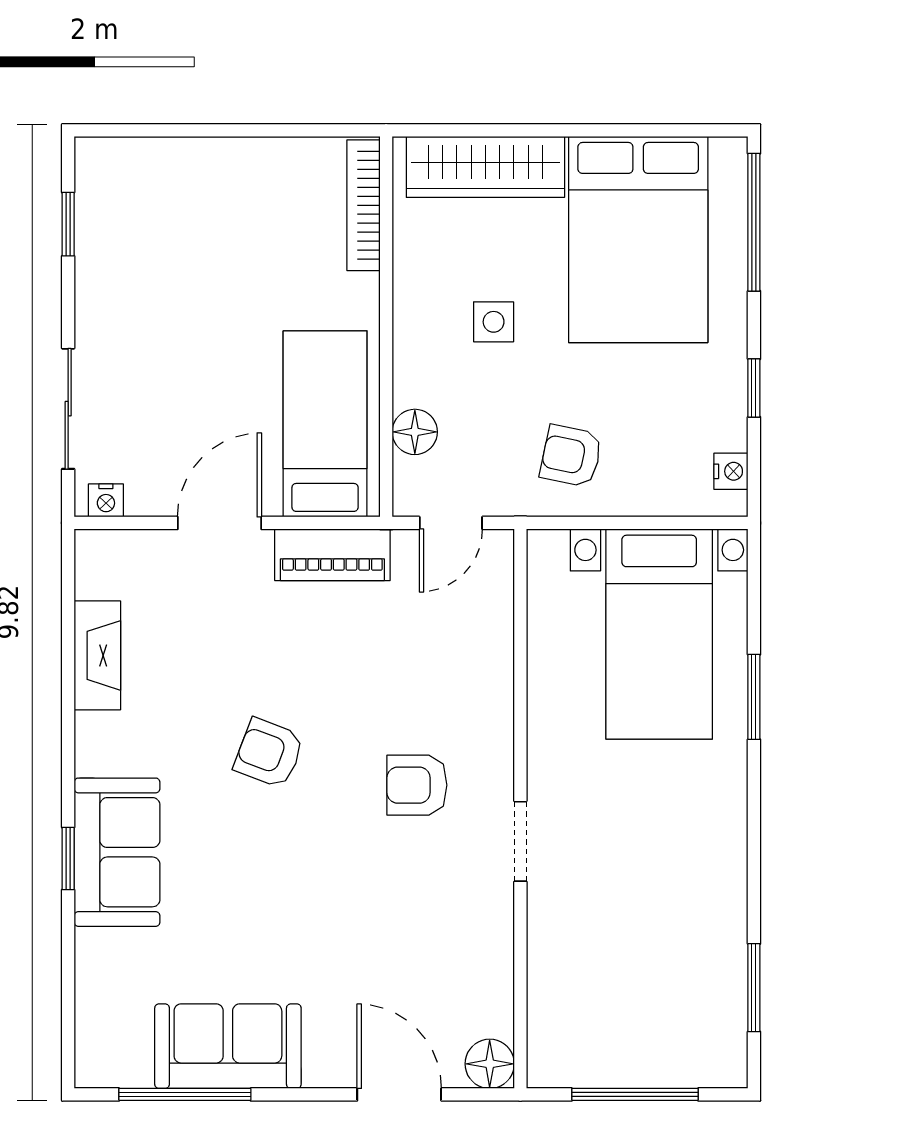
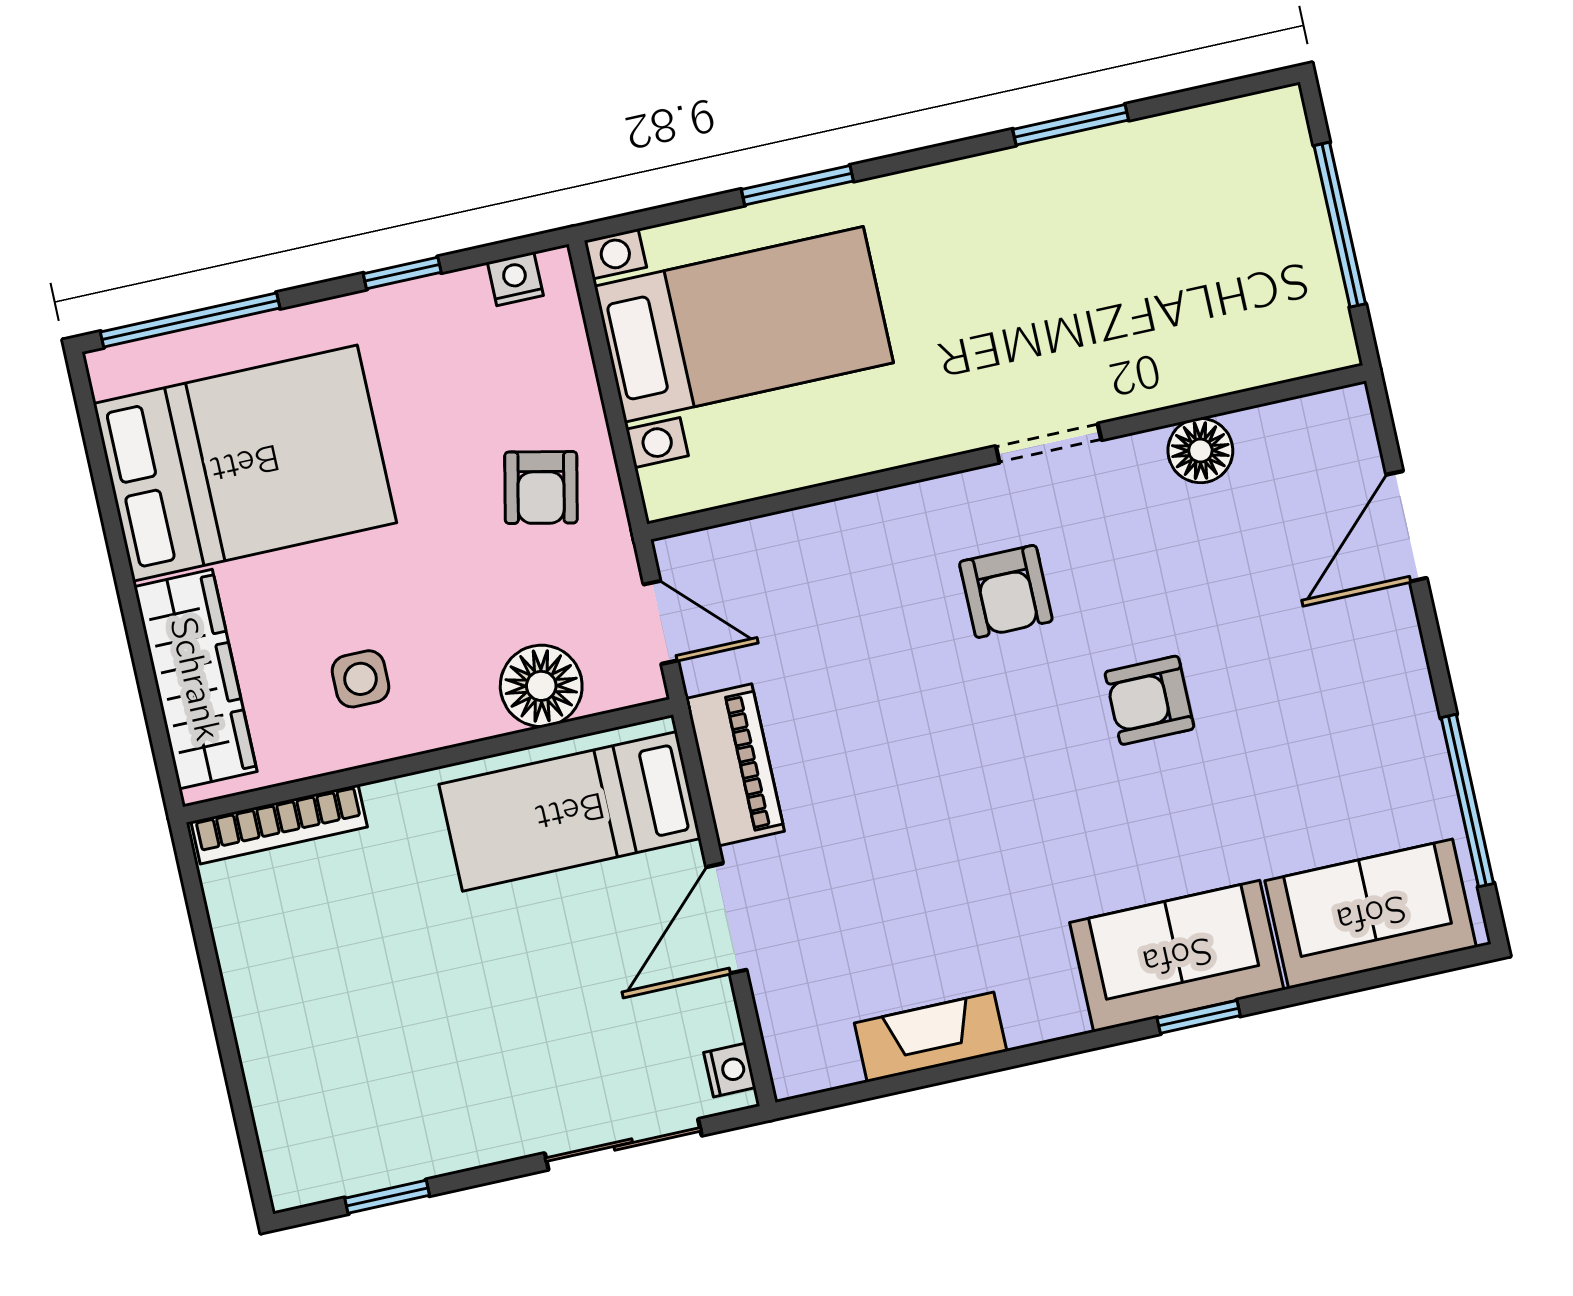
side table: (494, 322) -> (361, 679), moved
floor lamp: (415, 432) -> (541, 686), width x1.38, depth x1.38
door: (219, 523) -> (726, 918), hinge flipped
armchair: (269, 753) -> (1149, 700), moved, turned 69
window: (754, 988) -> (1071, 125), moved
sofa: (228, 1046) -> (1371, 914), moved, turned 90
floor lamp: (490, 1064) -> (1200, 451), moved

